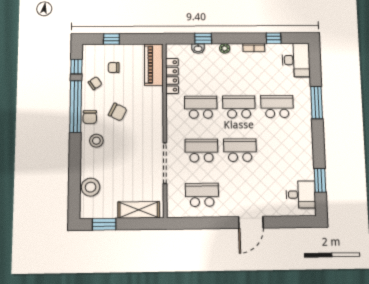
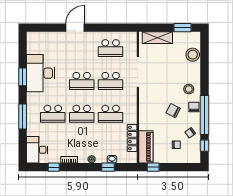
window: (111, 39) -> (153, 167), moved
window: (320, 180) -> (23, 77), moved
desk: (301, 194) -> (41, 73), moved, width x1.87, depth x1.30

